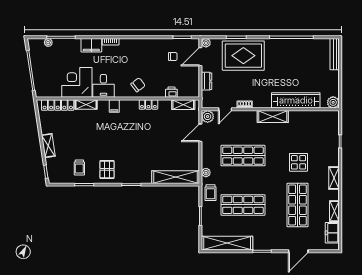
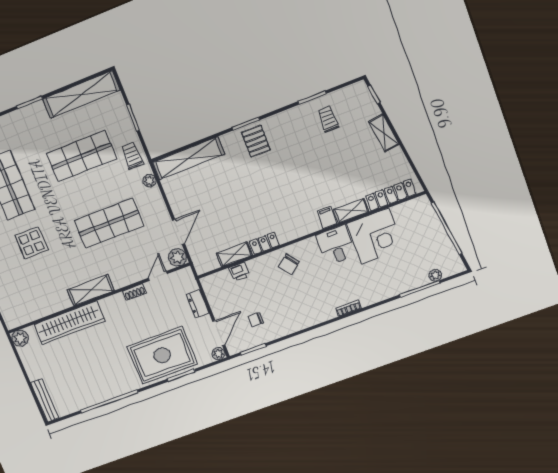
filing cabinet: (91, 45) -> (373, 294), removed
shelving: (183, 105) -> (234, 254), moved
filing cabinet: (114, 106) -> (327, 217), moved
pallet: (107, 169) -> (256, 141), moved

